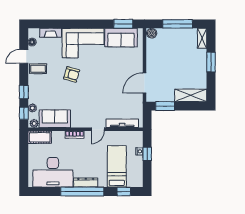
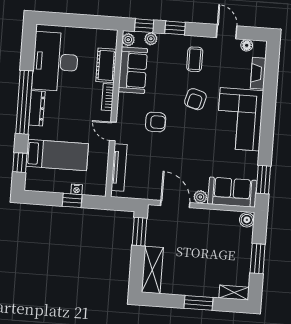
window: (178, 24) -> (258, 259), width x0.69
sofa: (121, 38) -> (232, 192), moved, turned 90
plant: (138, 66) -> (200, 197), added
coffee table: (38, 69) -> (195, 59), moved
armchair: (89, 101) -> (156, 122), added
cot: (40, 137) -> (106, 65), moved

